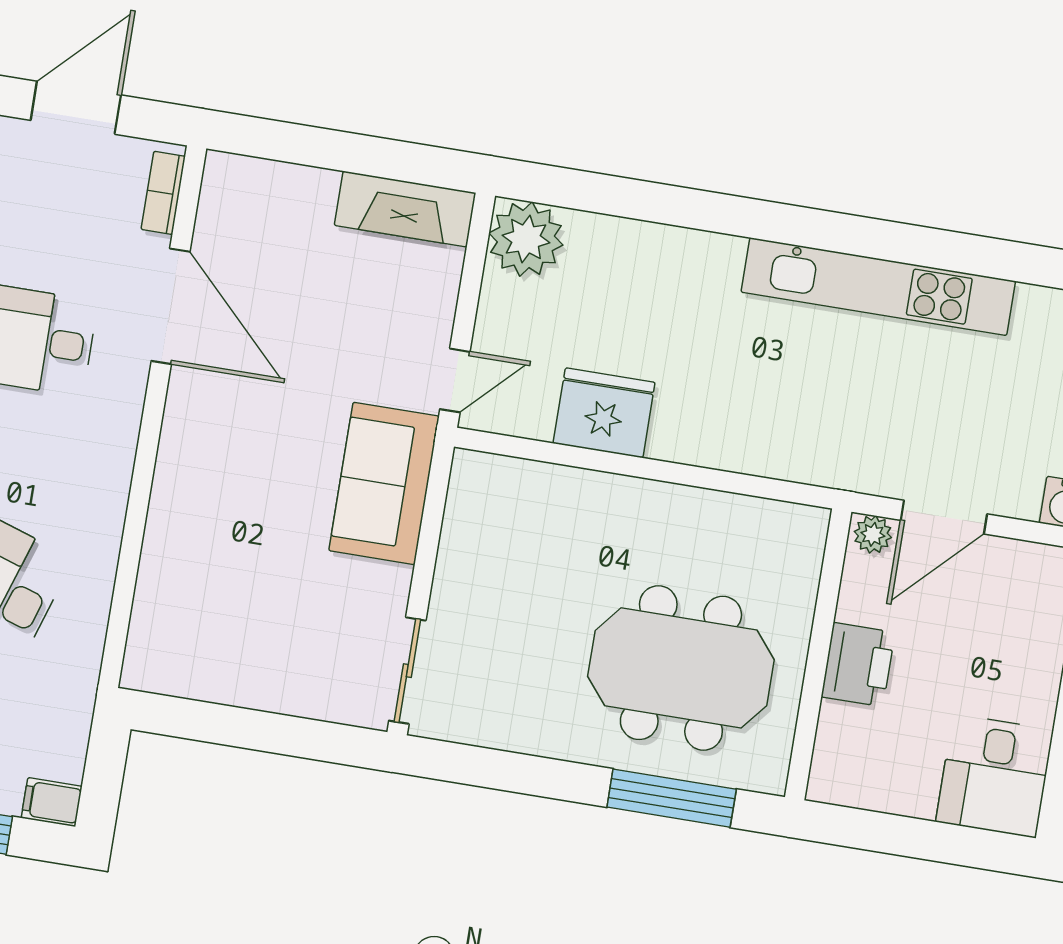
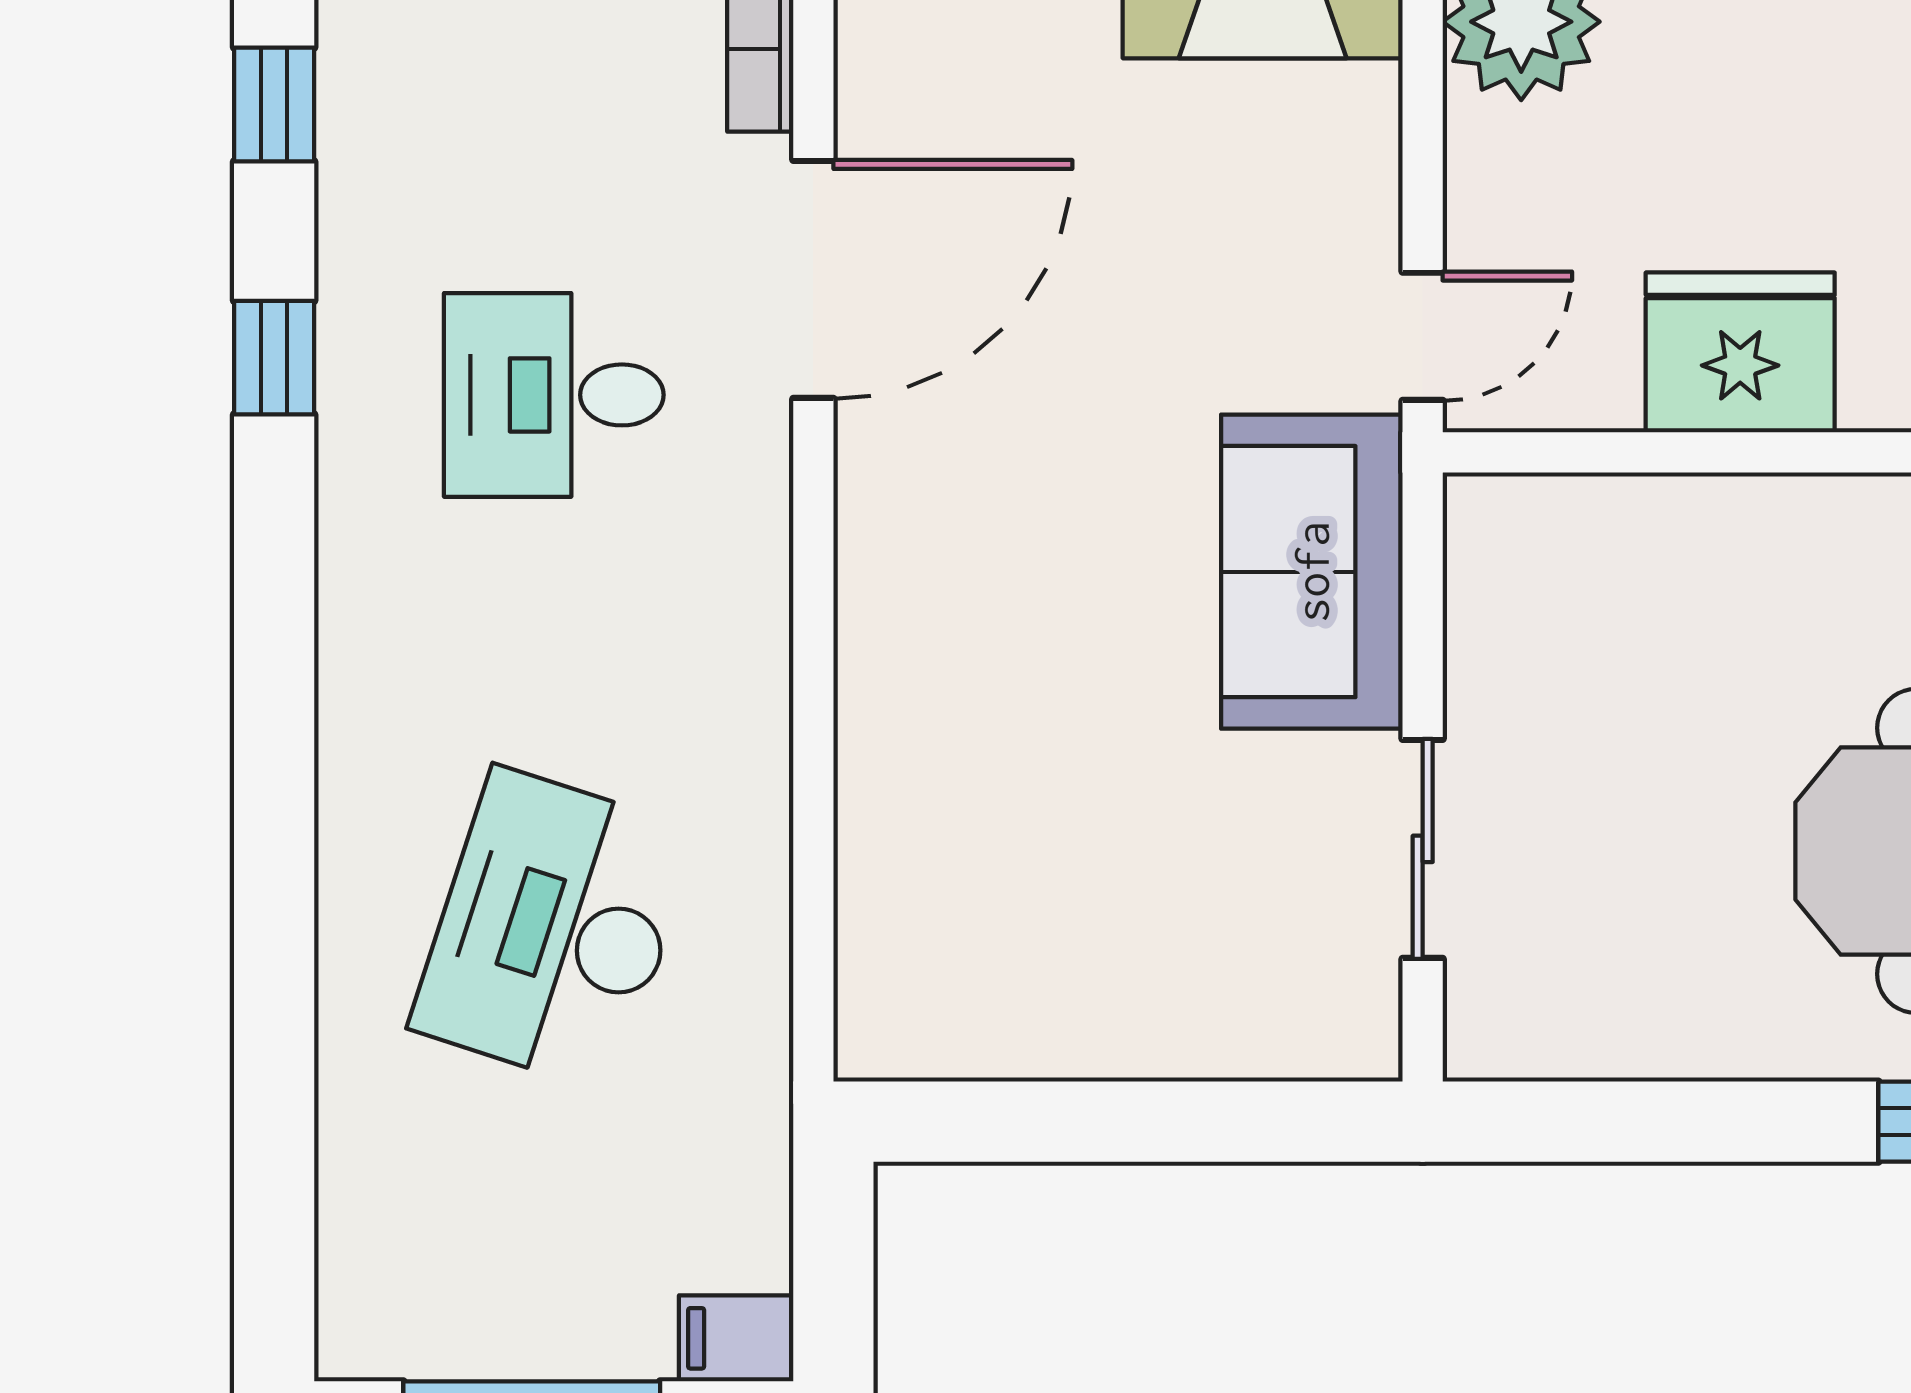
door: (171, 306) -> (813, 279), hinge flipped
sliding door: (407, 671) -> (1423, 849), moved

